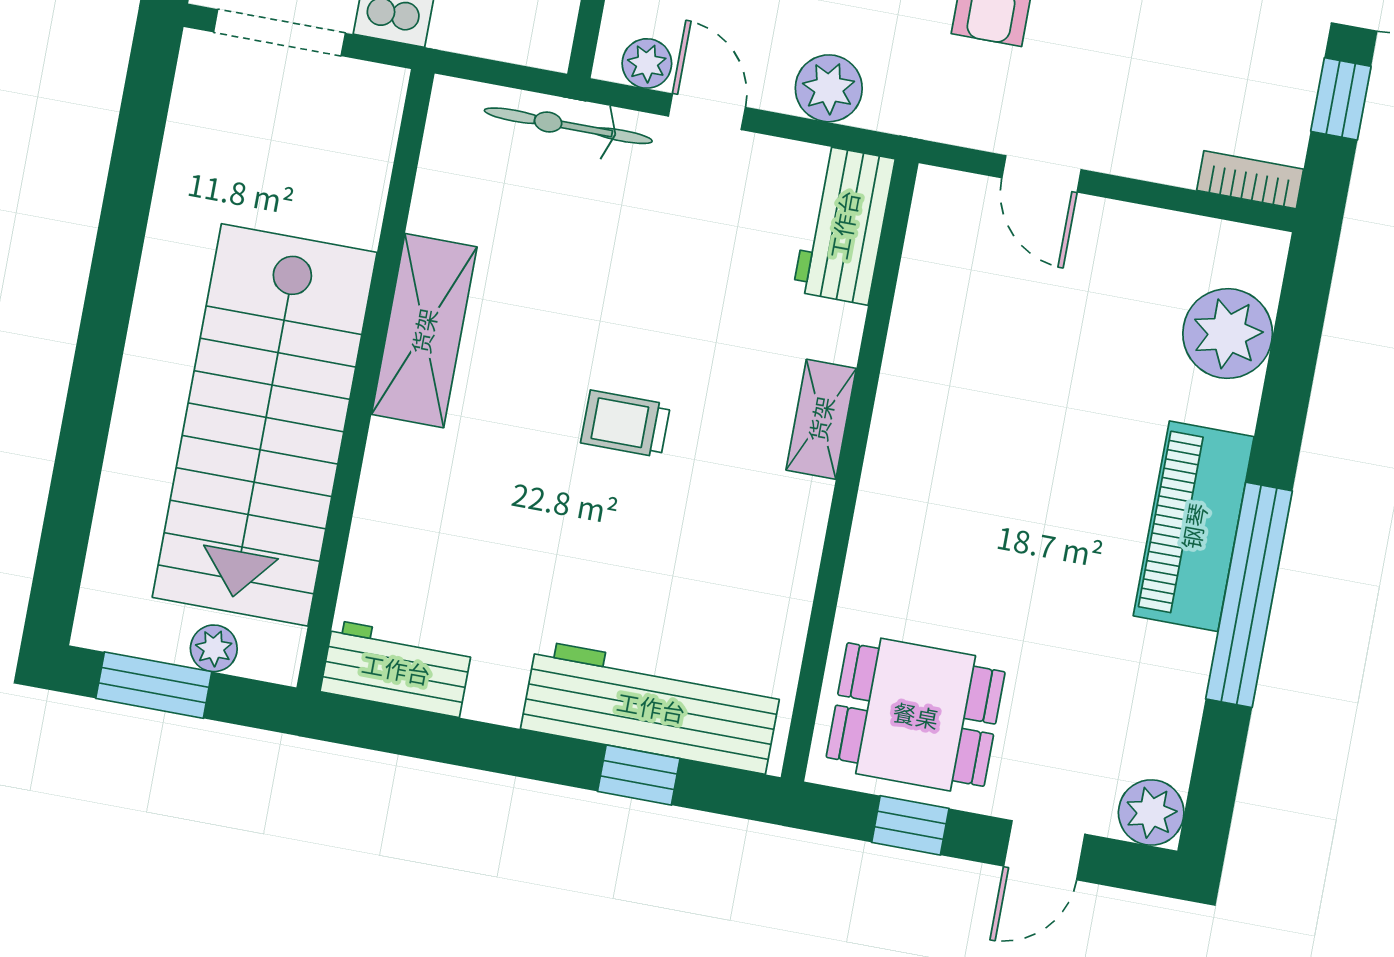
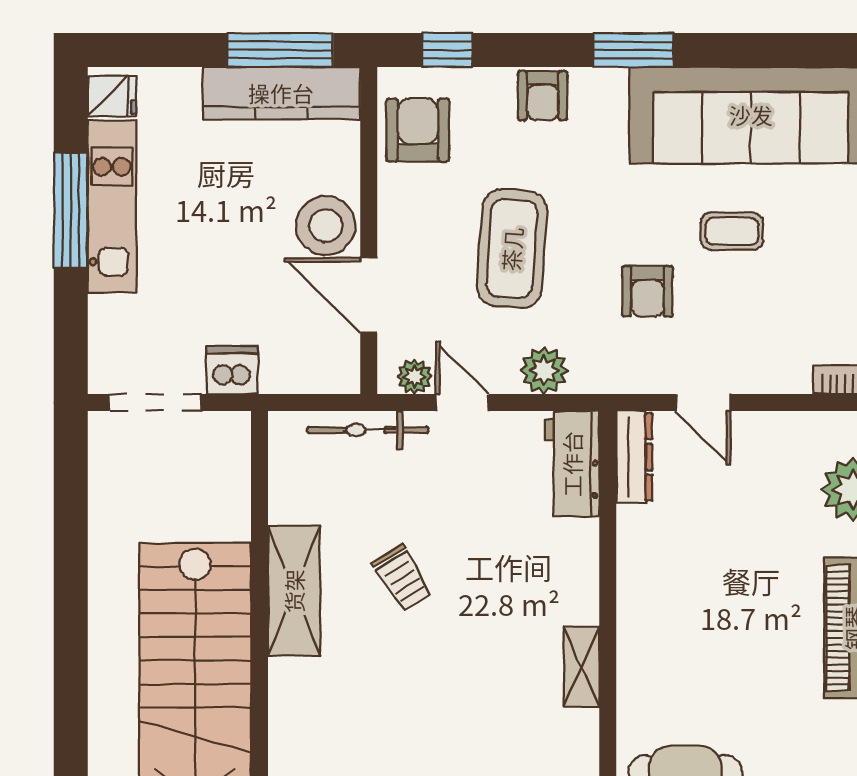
dresser: (932, 232) -> (634, 457), added
shelving: (821, 419) -> (581, 667), moved
trolley: (625, 424) -> (402, 578), moved, turned -122

